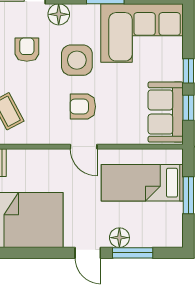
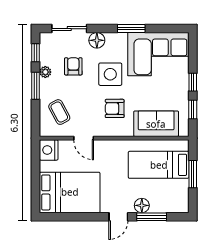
sofa: (166, 112) -> (156, 124), moved, turned 90
door: (84, 147) -> (84, 138), moved
door: (88, 253) -> (118, 217), hinge flipped

